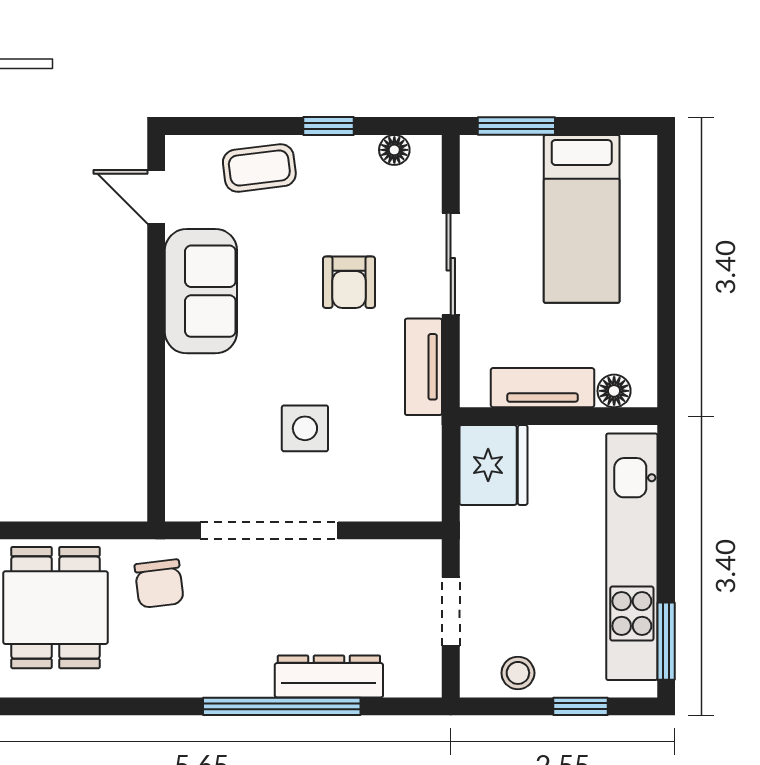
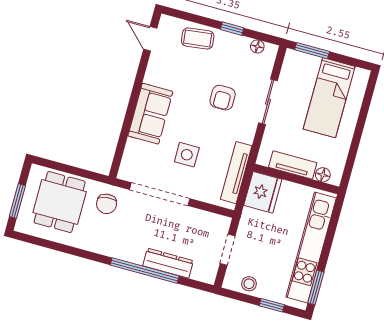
sofa: (201, 291) -> (150, 114), moved
tv unit: (423, 367) -> (236, 173), moved, width x1.41

